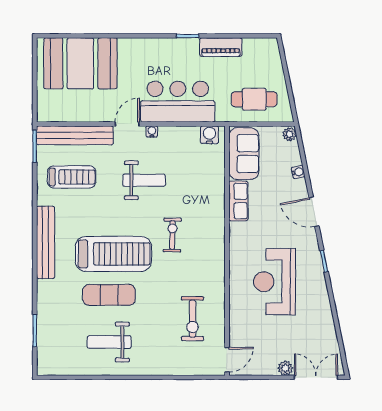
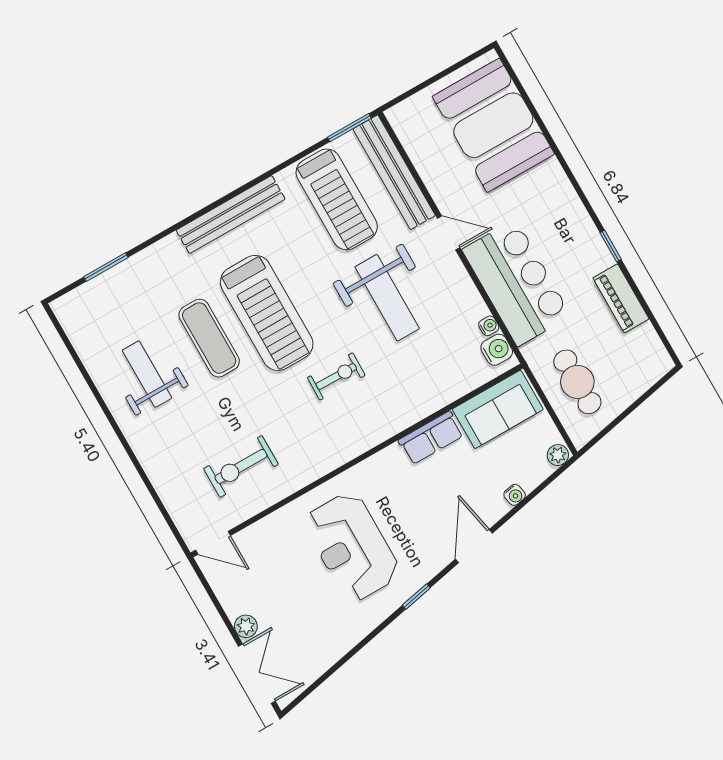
water cooler: (152, 131) -> (489, 326), moved
treadmill: (72, 177) -> (337, 199), width x1.37, depth x1.37
weight bench: (144, 180) -> (387, 298), width x1.36, depth x1.33
reception desk: (274, 282) -> (352, 547), turned -90

